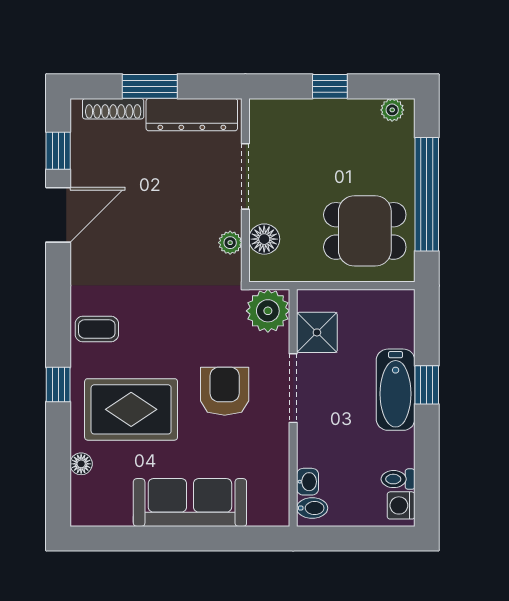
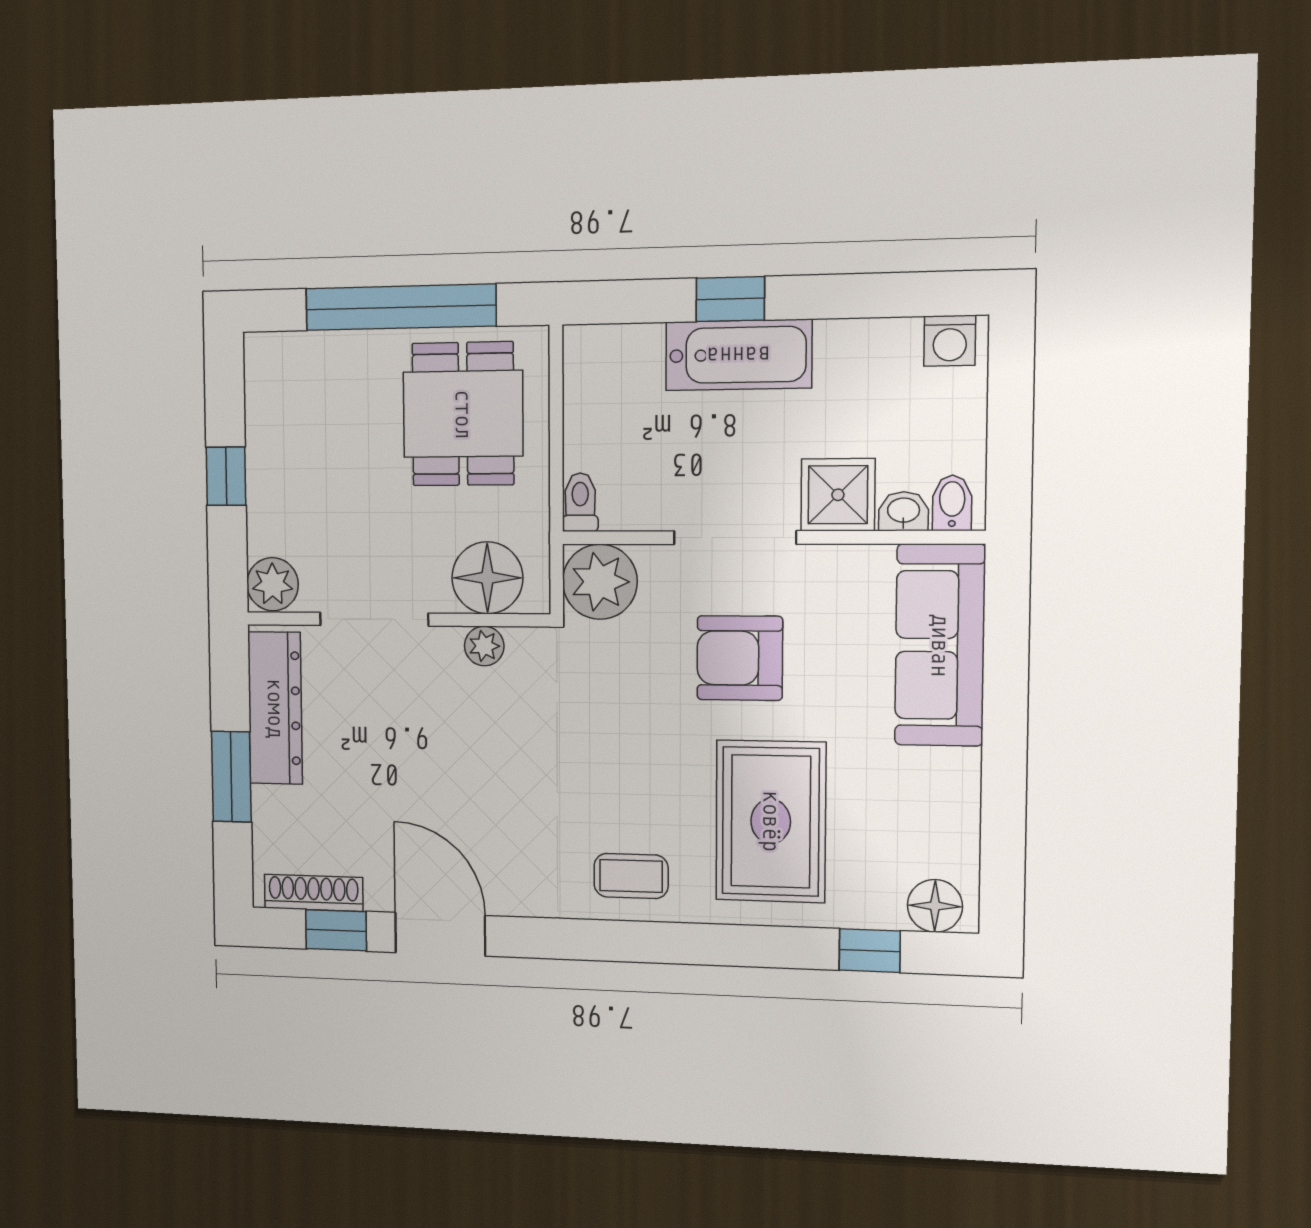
shoe rack: (113, 109) -> (314, 893), moved, turned -90
plant: (392, 110) -> (273, 584), moved, width x1.38, depth x1.38
floor lamp: (264, 239) -> (487, 578), width x1.38, depth x1.38
coffee table: (97, 329) -> (631, 876), turned 90
shower: (317, 332) -> (838, 495), moved
window: (58, 385) -> (870, 951), moved
floor lamp: (81, 464) -> (935, 906), moved, width x1.37, depth x1.37
toilet: (398, 479) -> (580, 502), moved, turned 180
sofa: (190, 503) -> (940, 645), moved

